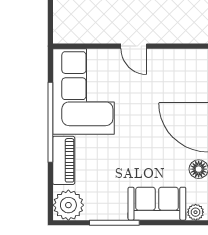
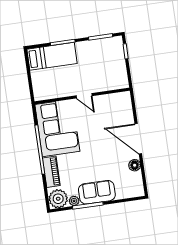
sofa: (157, 204) -> (97, 192), moved
plant: (196, 212) -> (74, 201), moved

